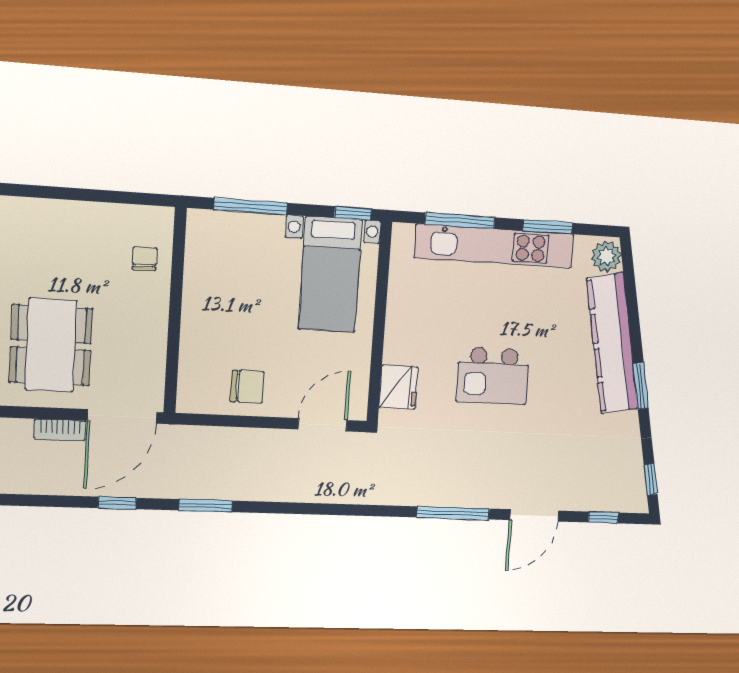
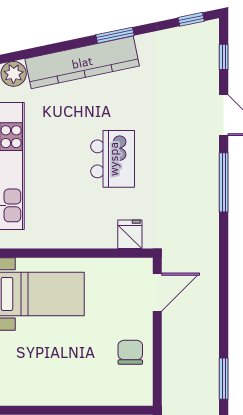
fridge: (398, 387) -> (130, 234), width x0.72
door: (322, 425) -> (157, 292), swing flipped

